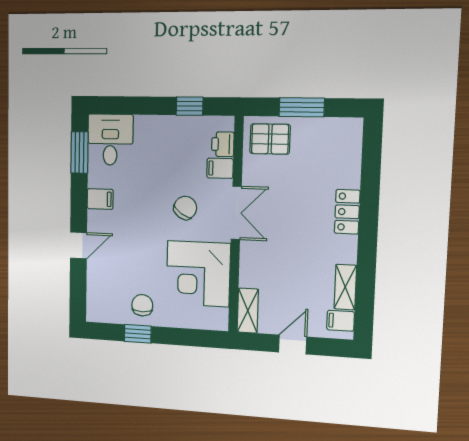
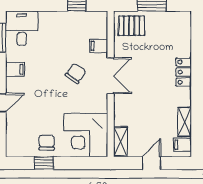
printer: (223, 144) -> (100, 30), removed
corner desk: (198, 274) -> (86, 135), moved

